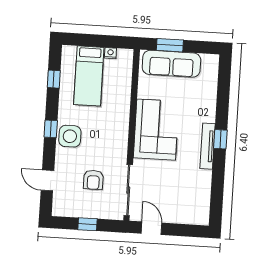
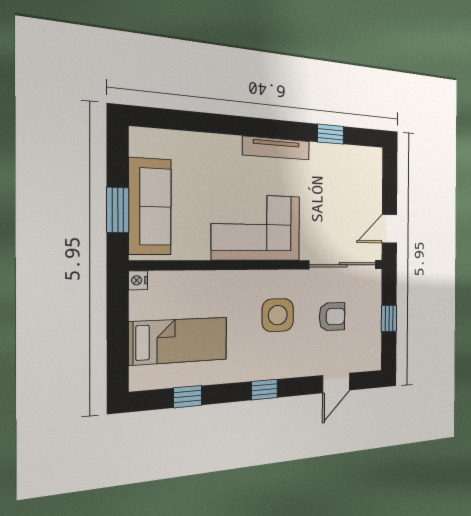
nightstand: (110, 53) -> (138, 280), moved
side table: (70, 136) -> (278, 315), moved
window: (220, 139) -> (331, 134), moved

